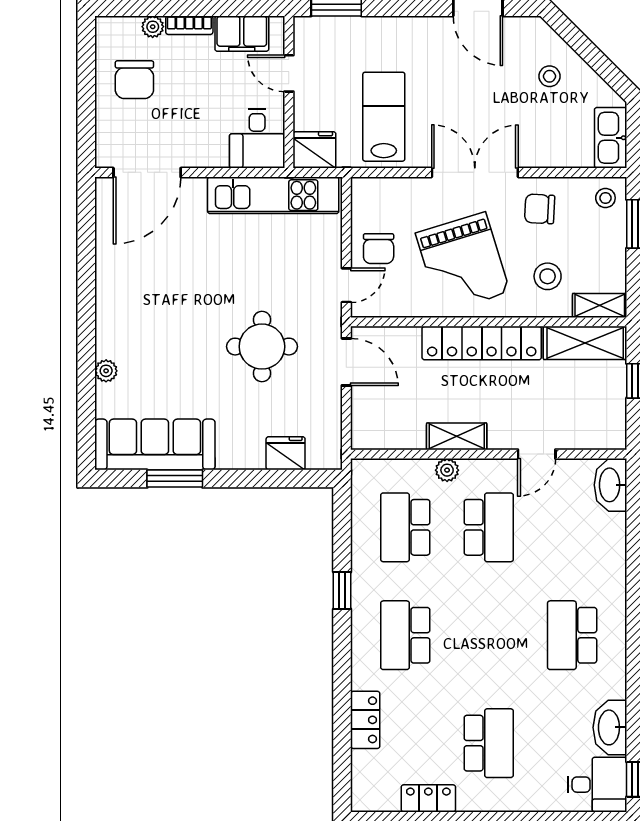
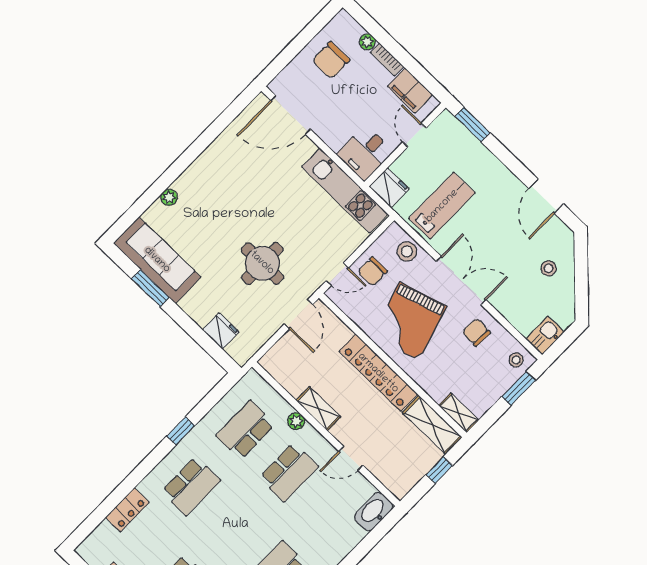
kitchen sink: (611, 138) -> (545, 336), width x0.73
stool: (548, 276) -> (407, 251), moved
school desk: (405, 635) -> (191, 486), turned 180

